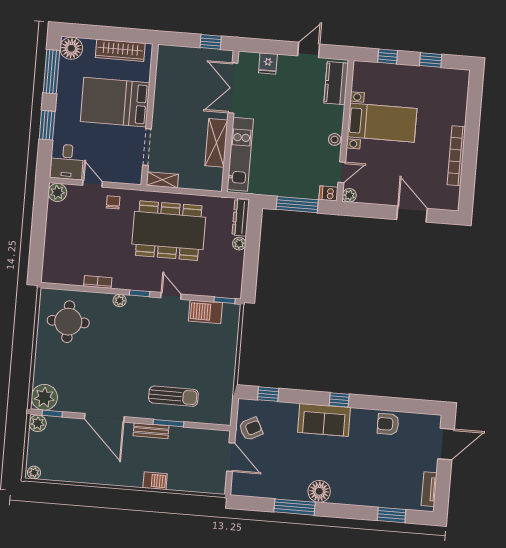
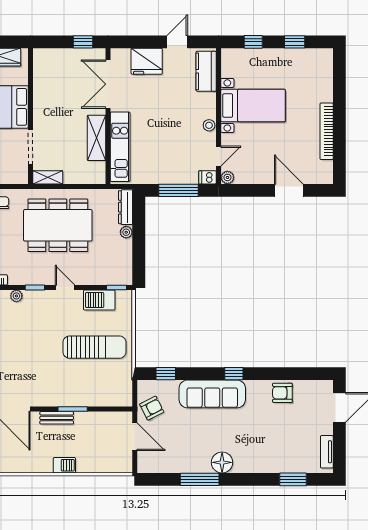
fridge: (268, 63) -> (147, 61), width x1.88, depth x1.34
sun lounger: (173, 396) -> (94, 347), moved, width x1.36, depth x1.34
sofa: (324, 420) -> (212, 394), width x1.36

